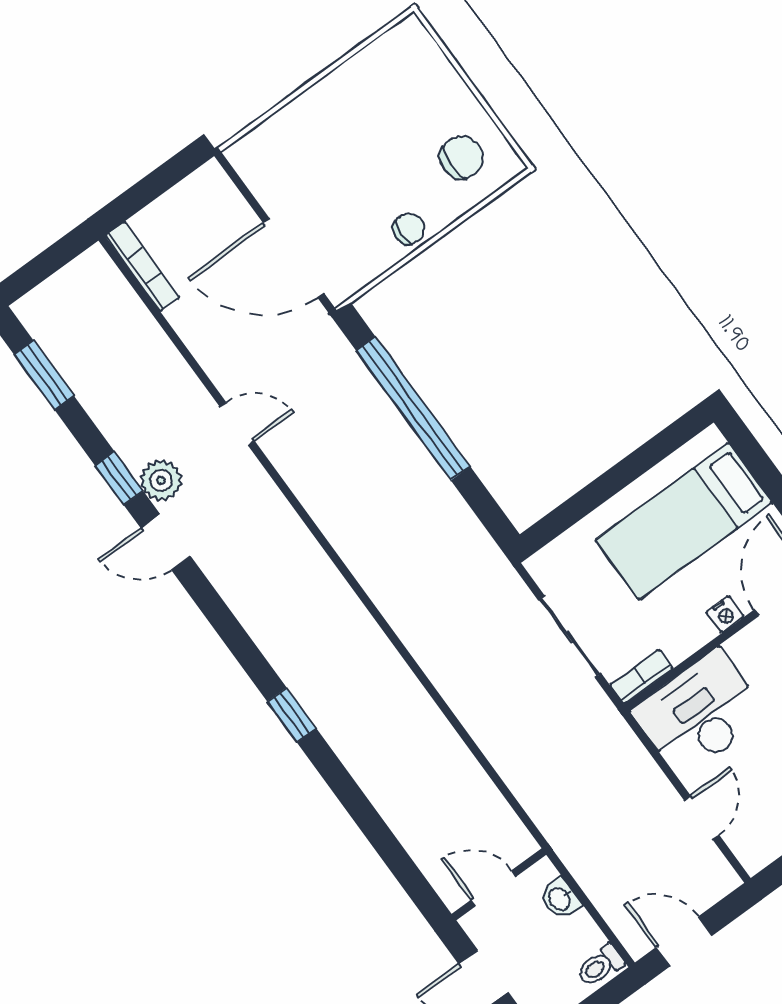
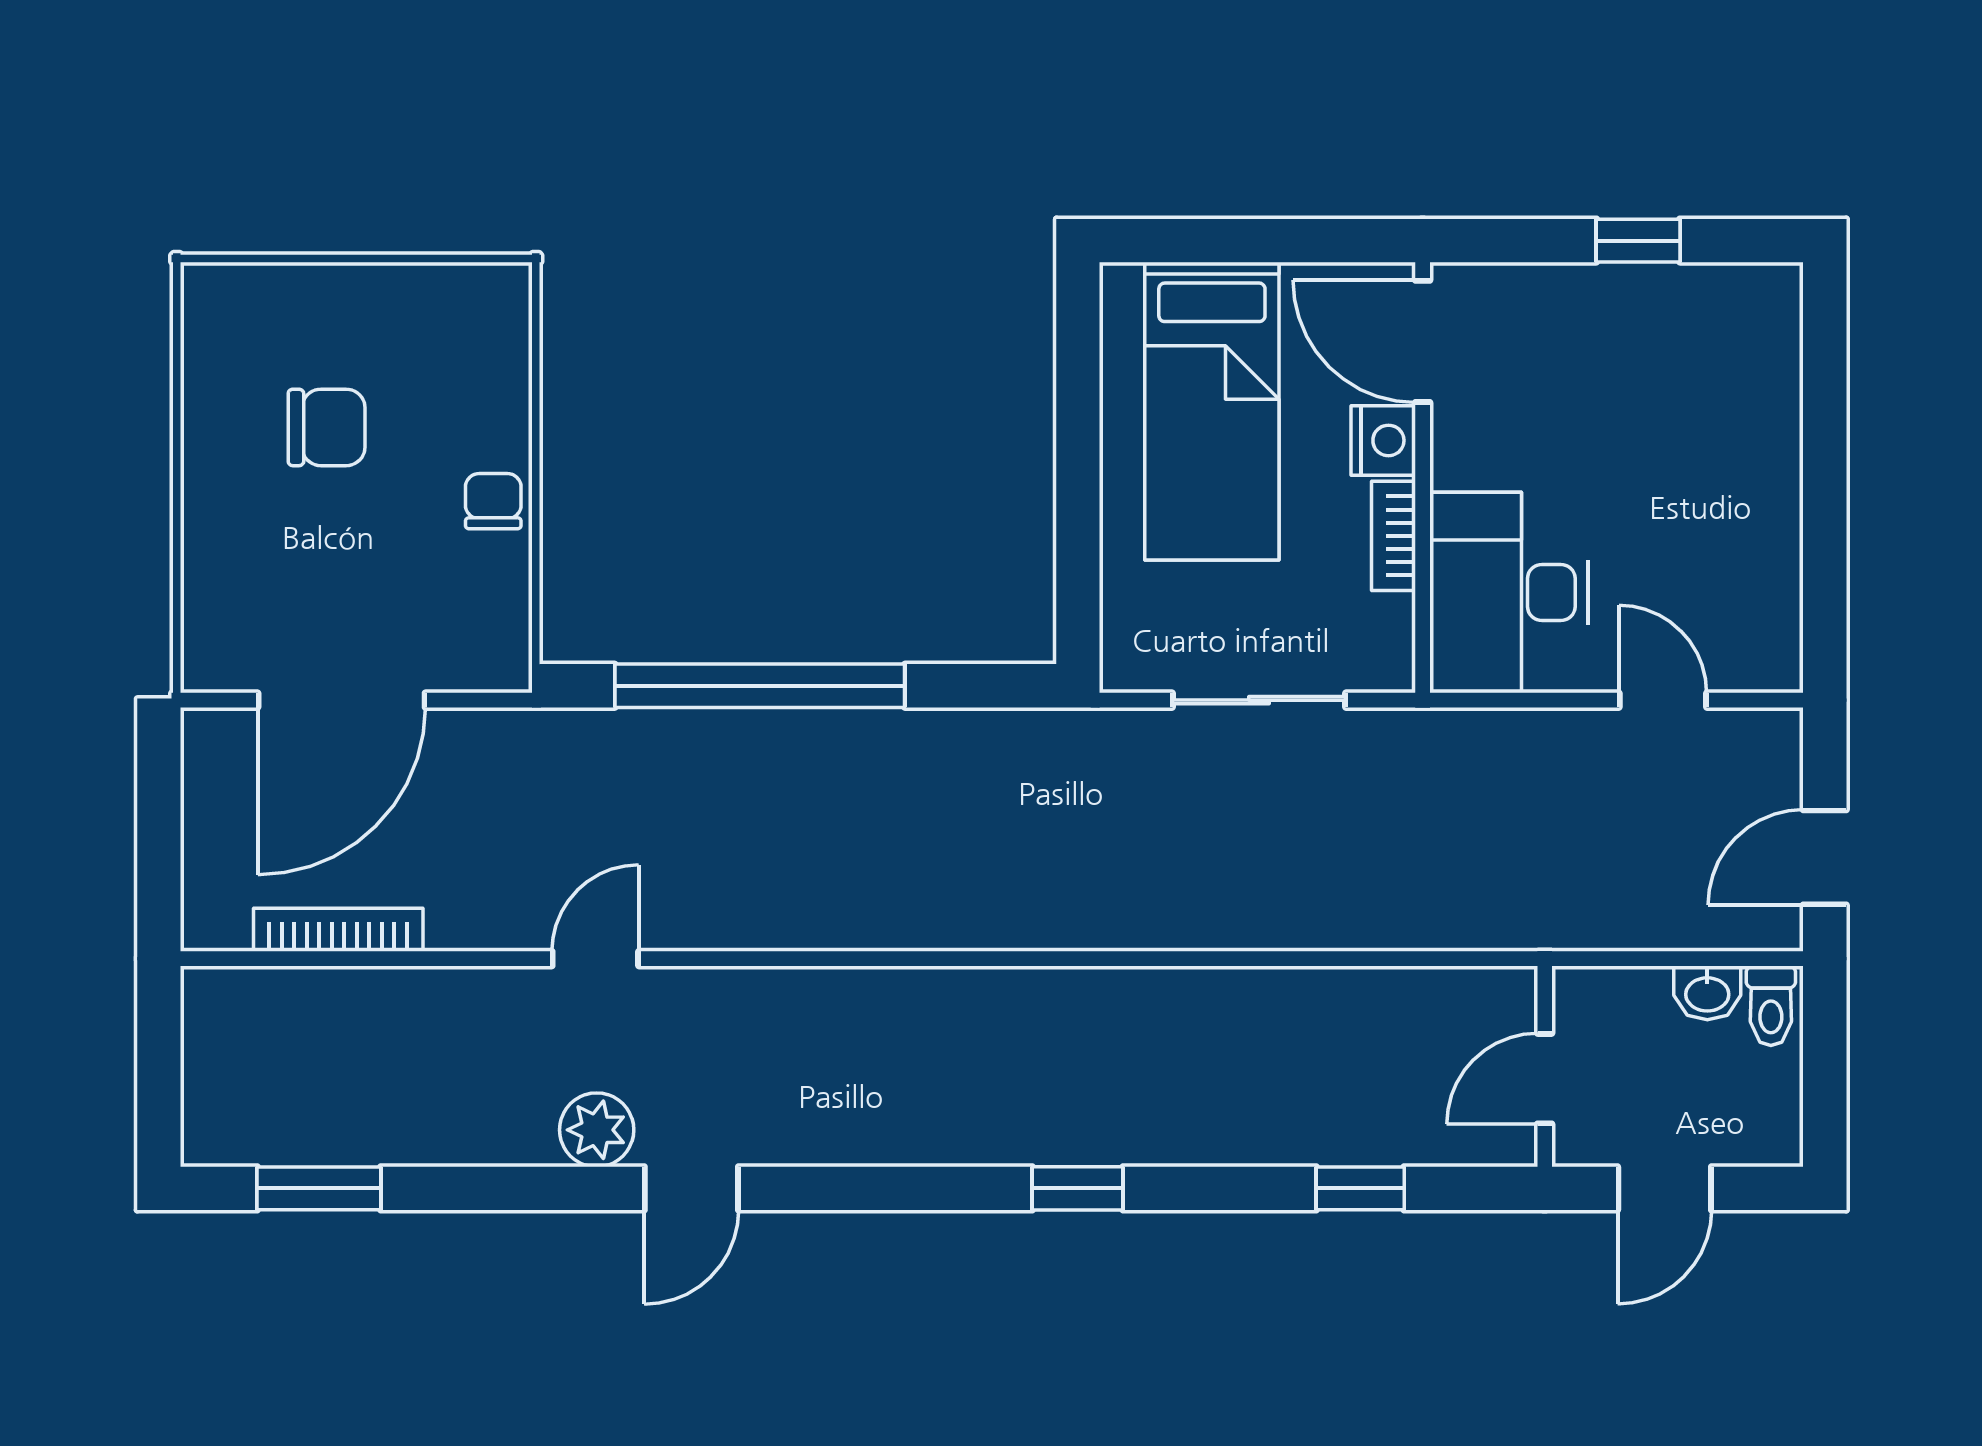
chair: (462, 157) -> (327, 427), moved, turned 89
door: (293, 258) -> (342, 700), moved
bookcase: (142, 267) -> (338, 930), moved
window: (119, 478) -> (1360, 1188), moved
nightstand: (725, 615) -> (1383, 440), width x1.39, depth x1.35
bookcase: (641, 677) -> (1394, 536), moved
washbasin: (560, 899) -> (1707, 993), moved

